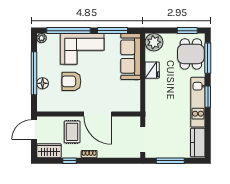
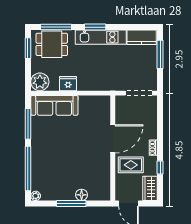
corner sofa: (82, 49) -> (47, 155), removed
window: (34, 73) -> (71, 204), width x0.68
armchair: (71, 81) -> (80, 166), removed
window: (170, 161) -> (160, 54), moved

